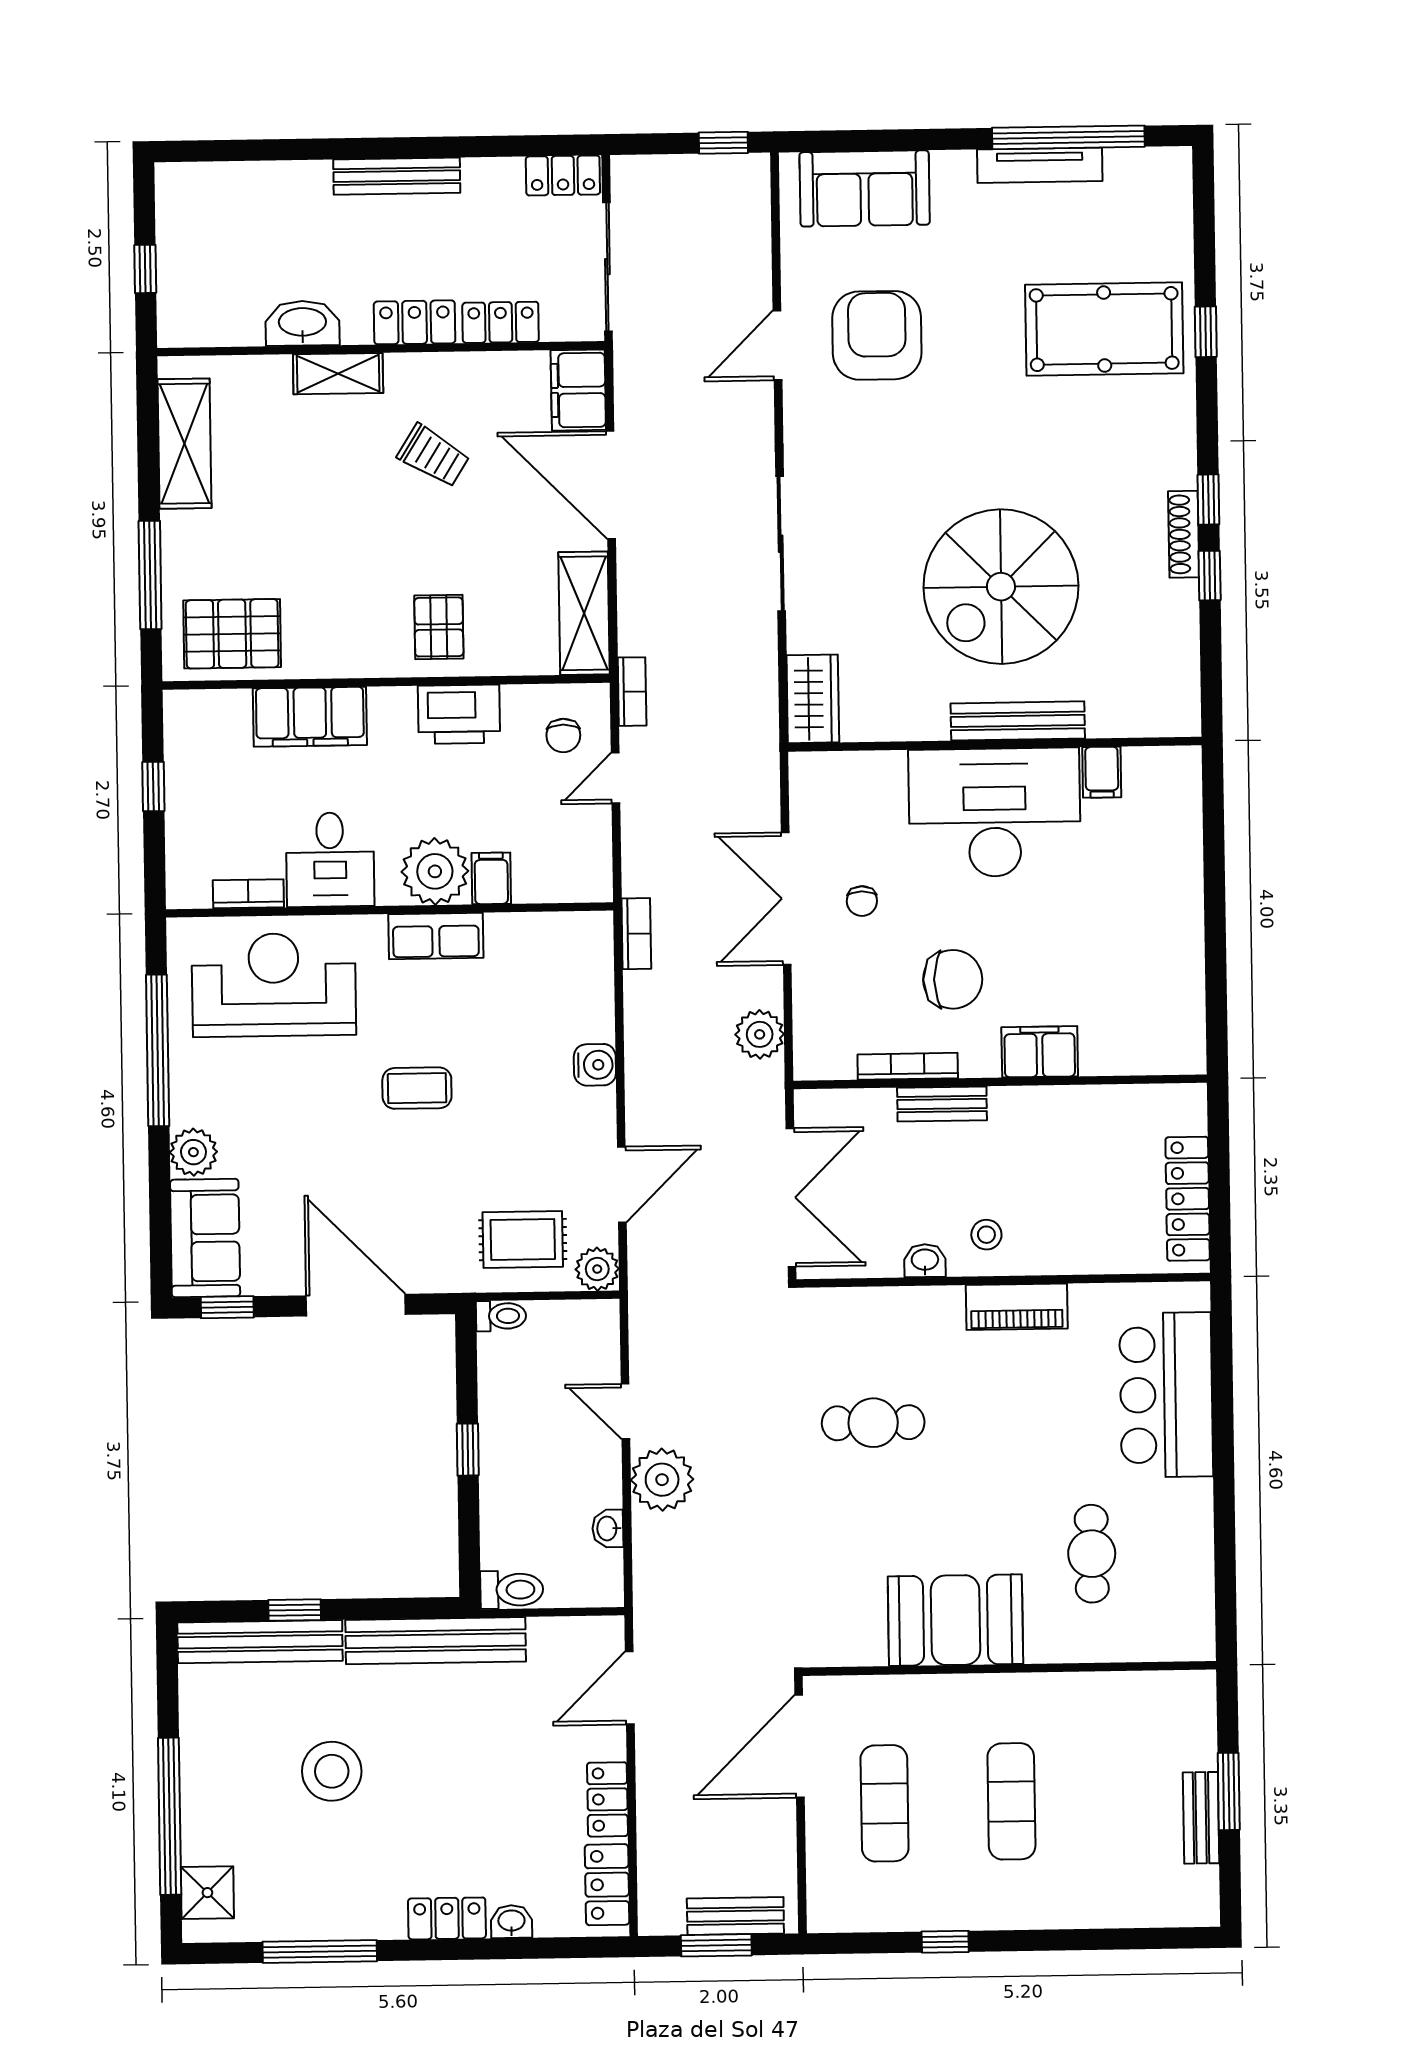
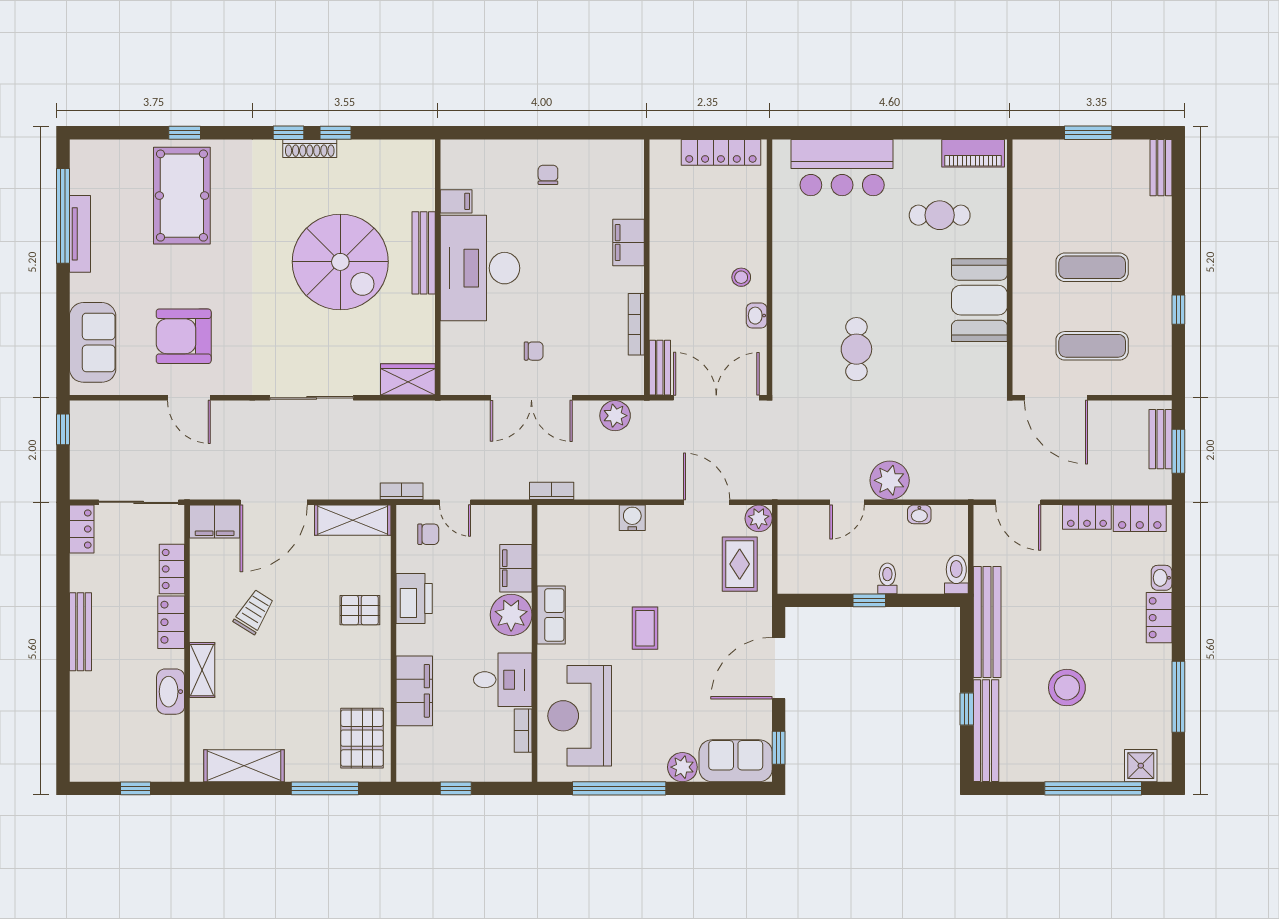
filing cabinet: (491, 878) -> (516, 568), width x2.00
chair: (953, 979) -> (548, 175), moved, width x0.54, depth x0.54
bench: (942, 1104) -> (660, 368), moved
piano: (1017, 1307) -> (973, 153), moved, turned 90
toilet: (501, 1316) -> (887, 578), moved
bench: (1201, 1818) -> (1161, 168), moved, turned 90

